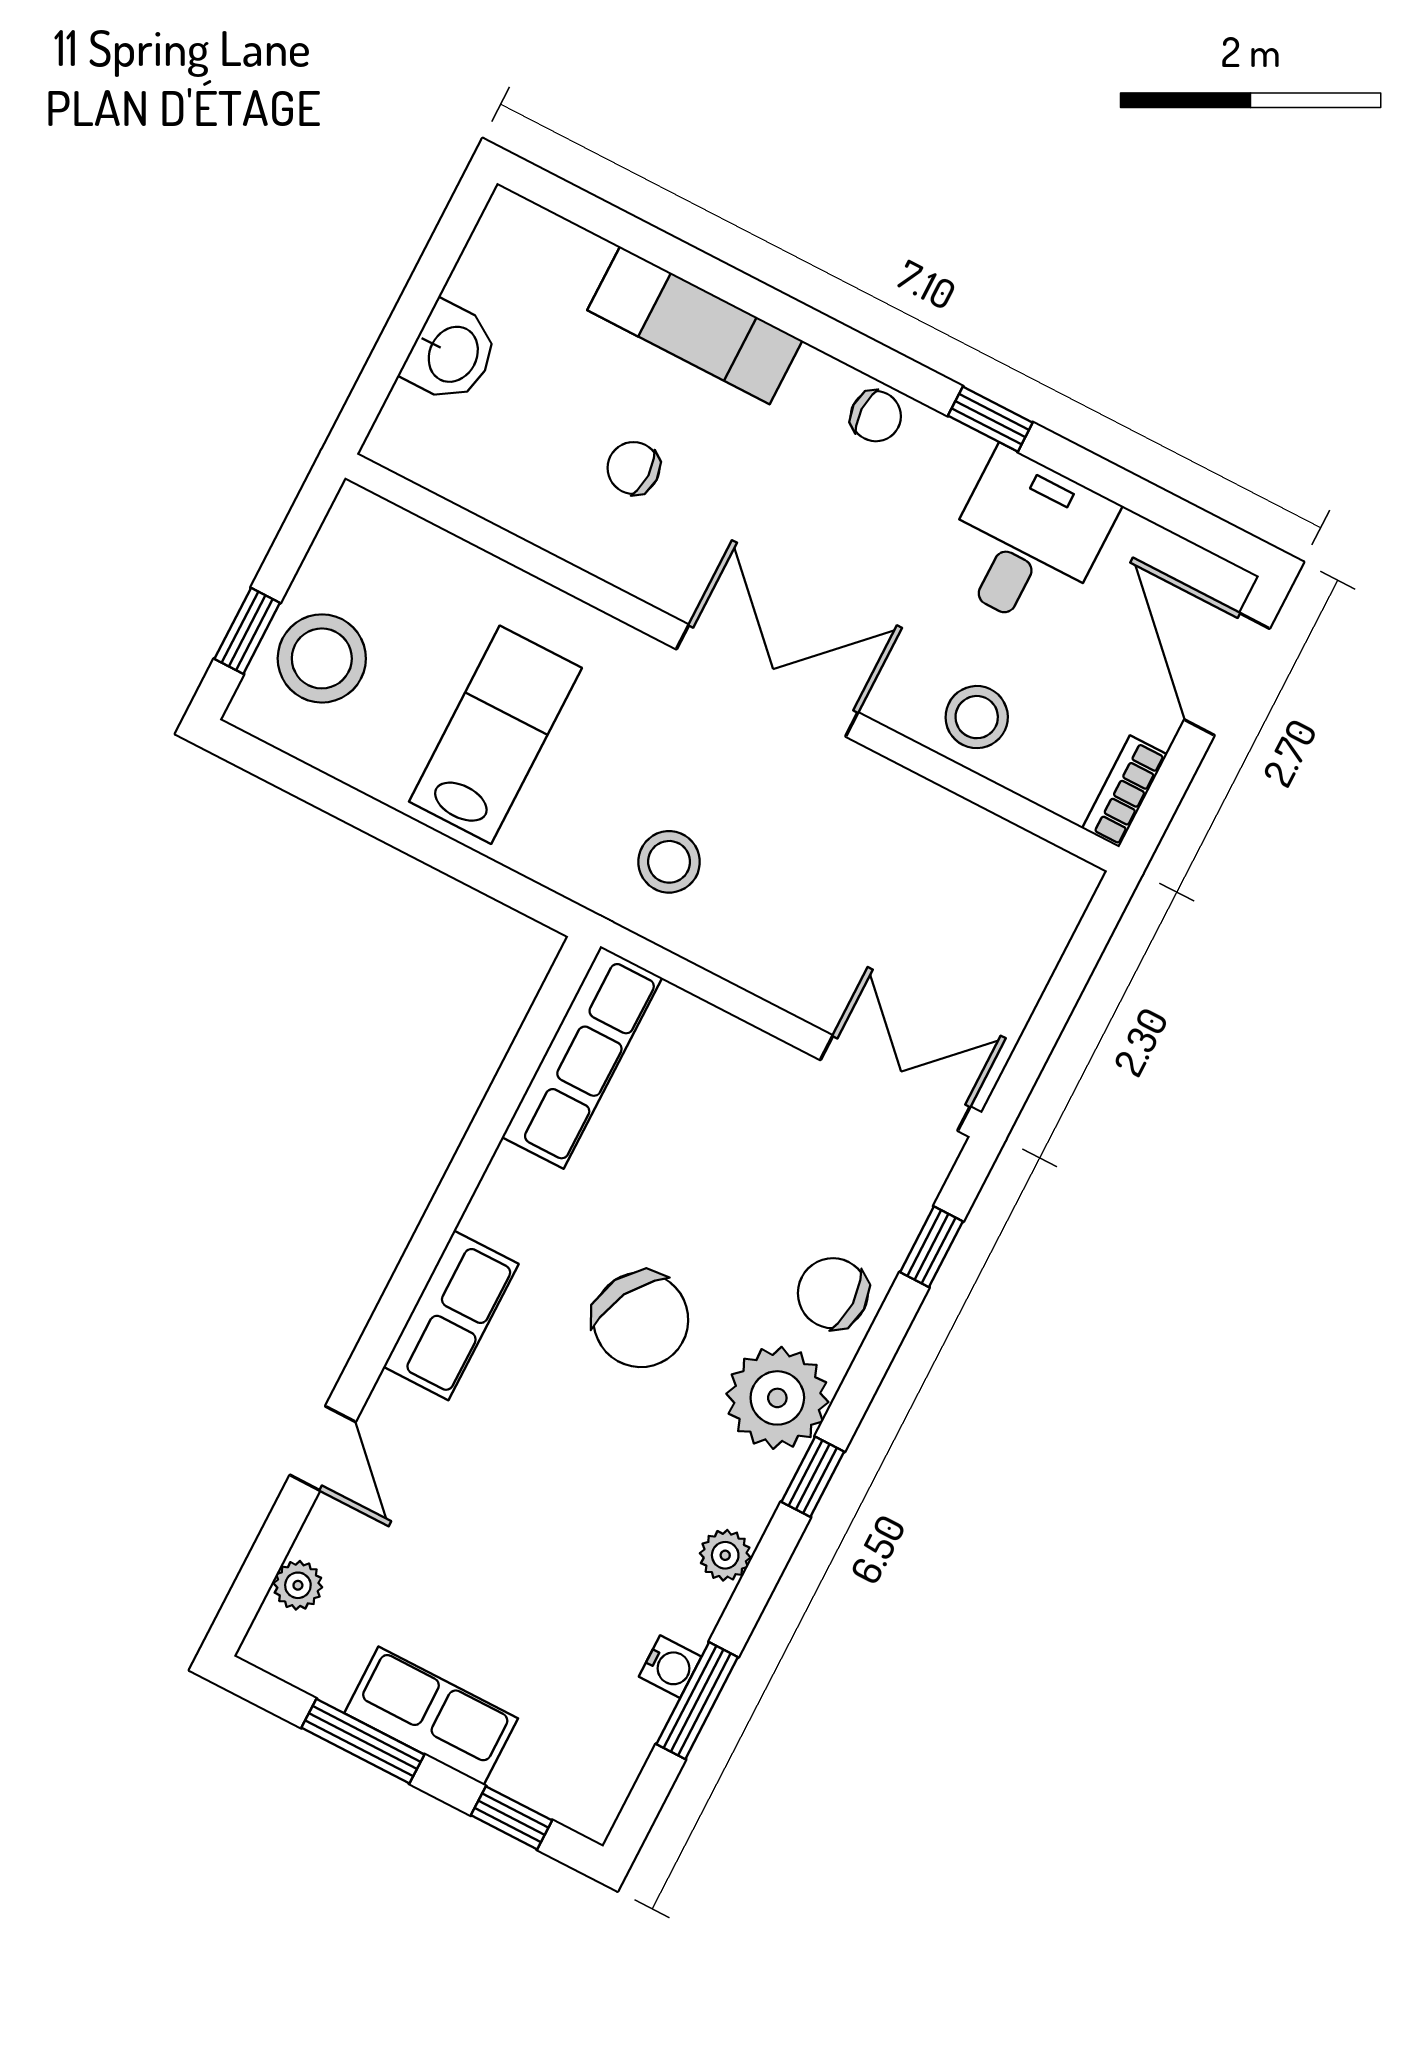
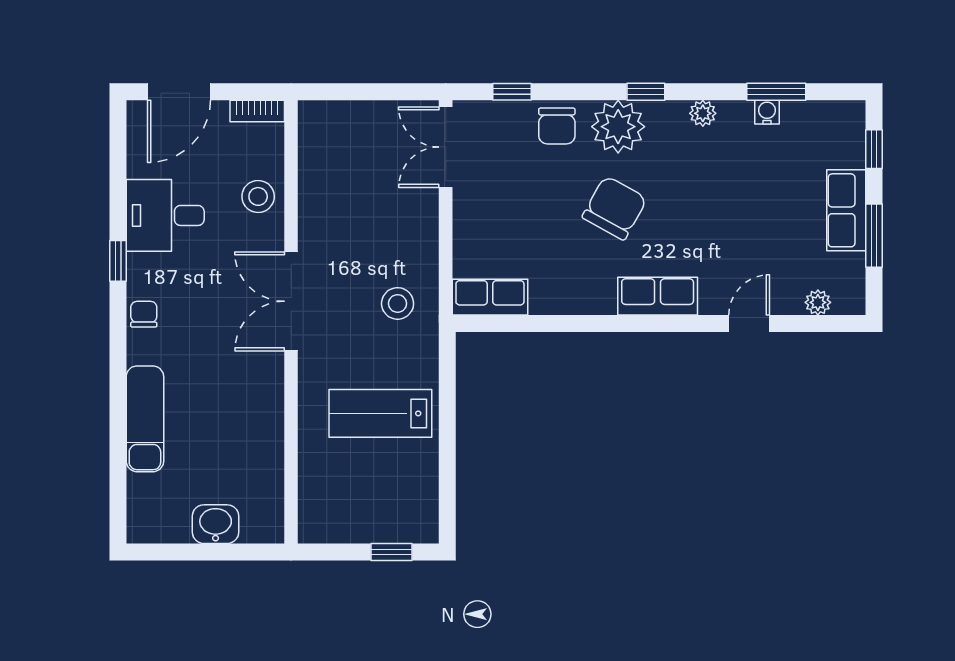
chair: (634, 468) -> (225, 413), removed
stool: (322, 658) -> (386, 511), removed
row of seats: (582, 1057) -> (490, 297), width x0.68

